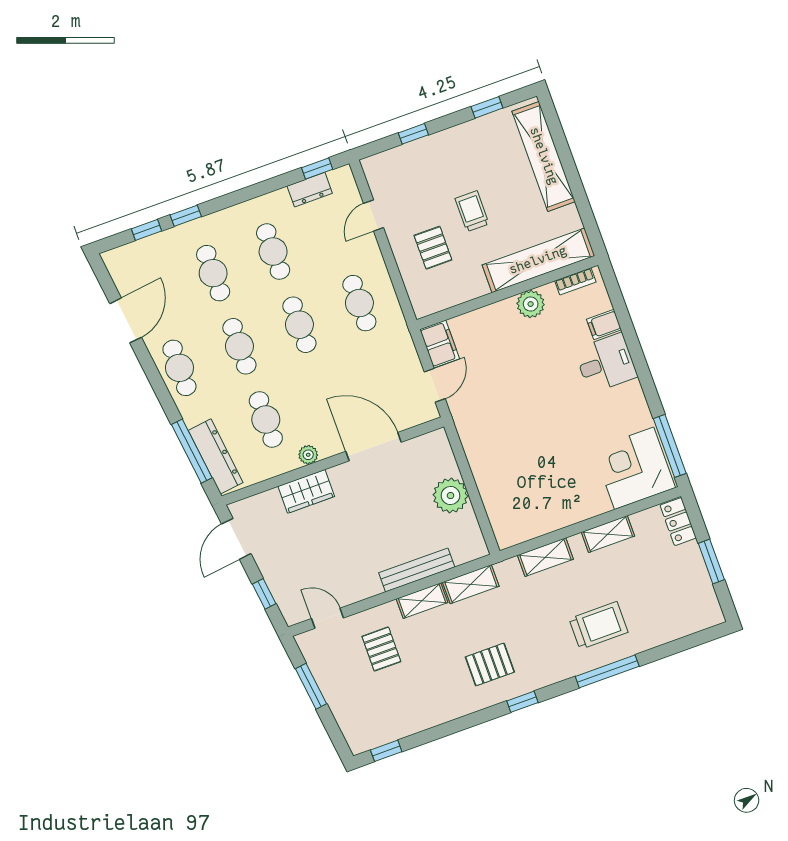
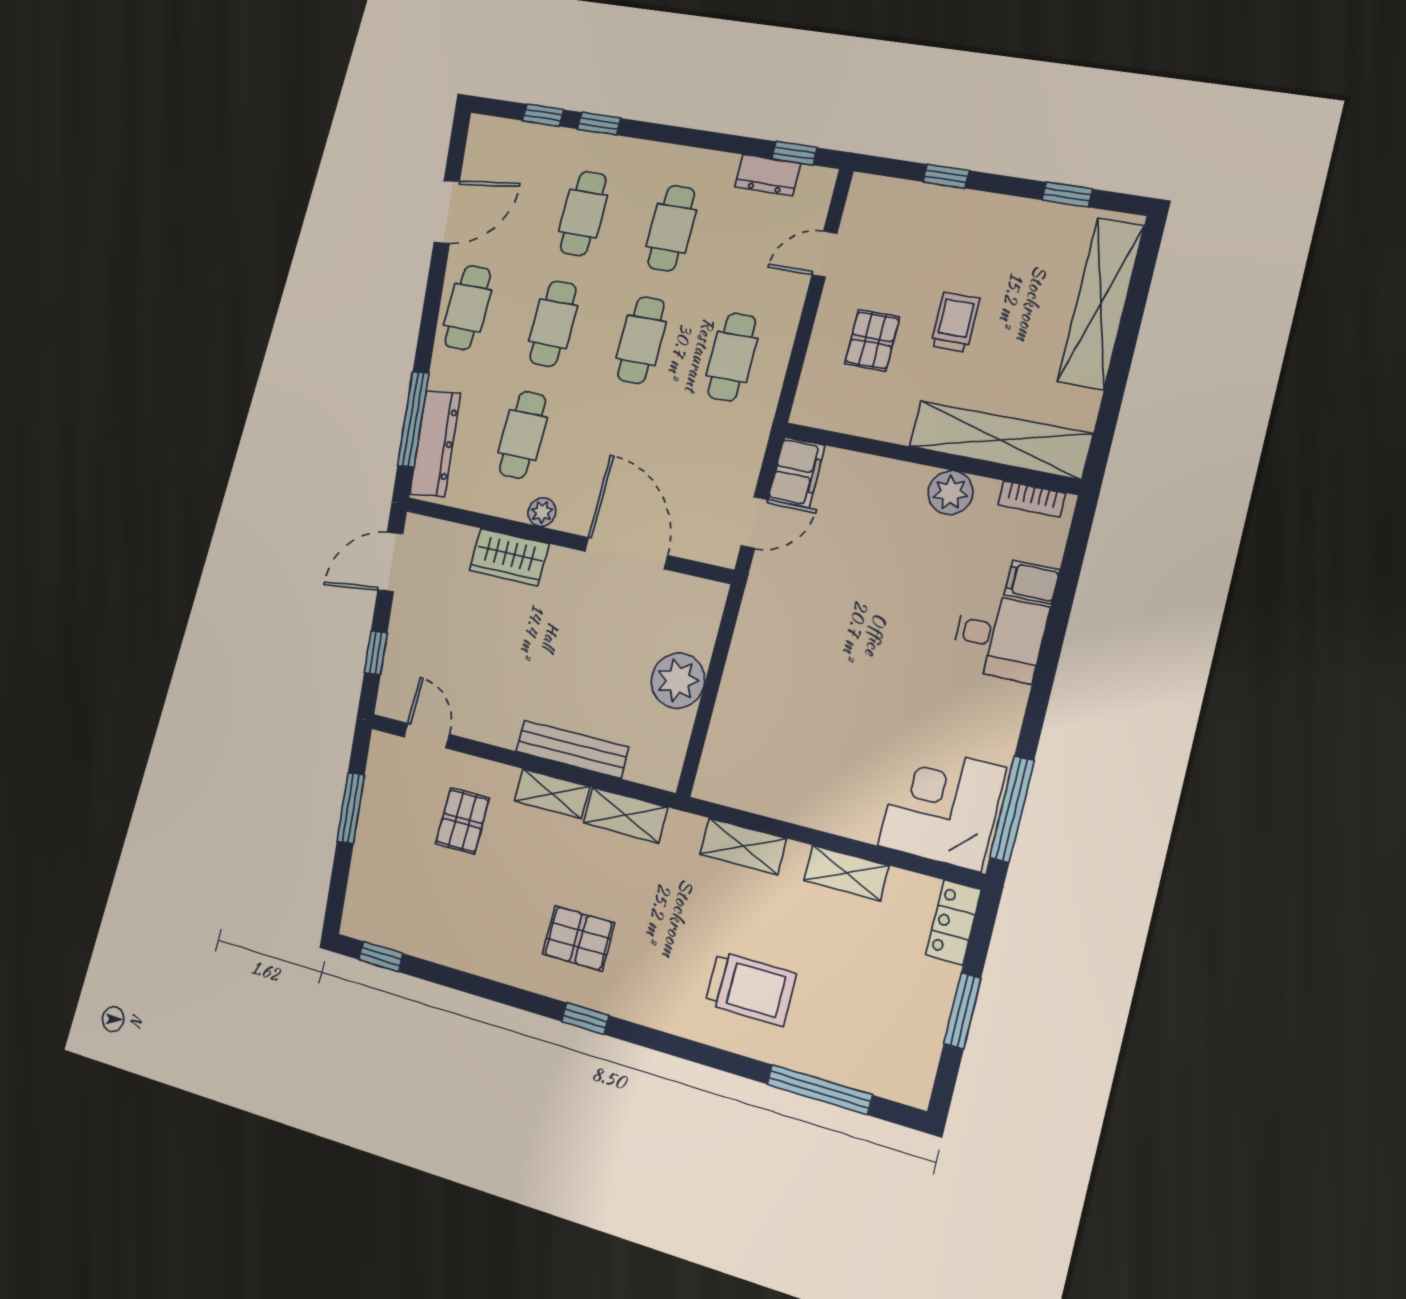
window: (607, 671) -> (820, 1090), moved

